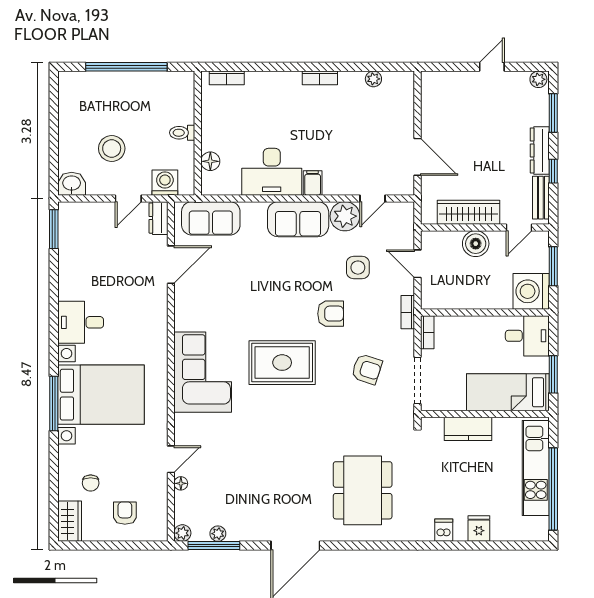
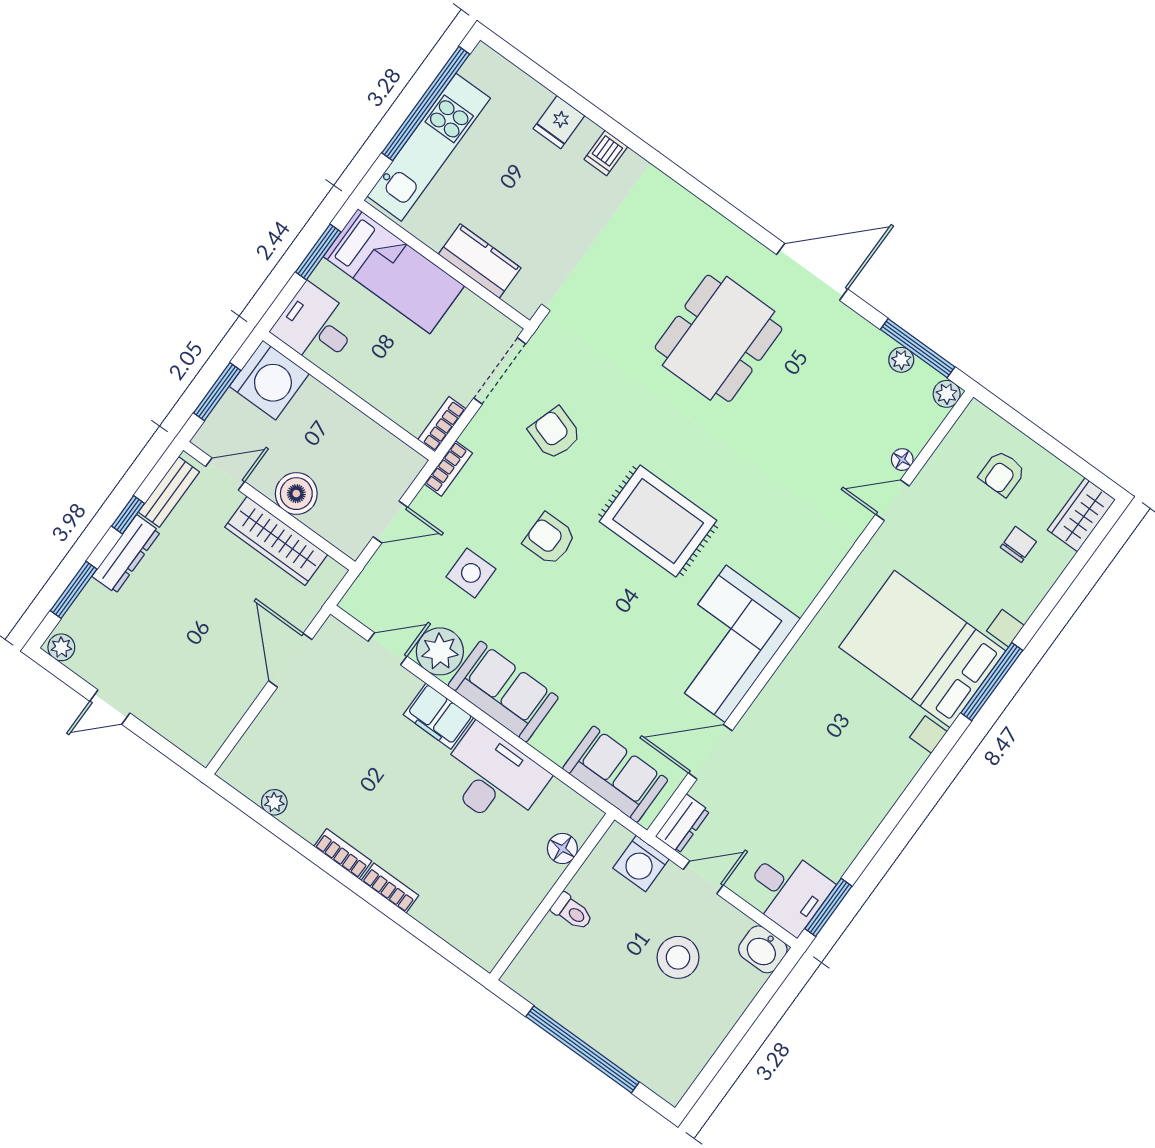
bookcase: (227, 78) -> (390, 888), moved
filing cabinet: (313, 183) -> (438, 716), width x2.00
door: (418, 264) -> (390, 522), hinge flipped
desk: (81, 322) -> (788, 891), moved
corner sofa: (203, 372) -> (726, 644), moved
dining table: (363, 490) -> (719, 338), moved

